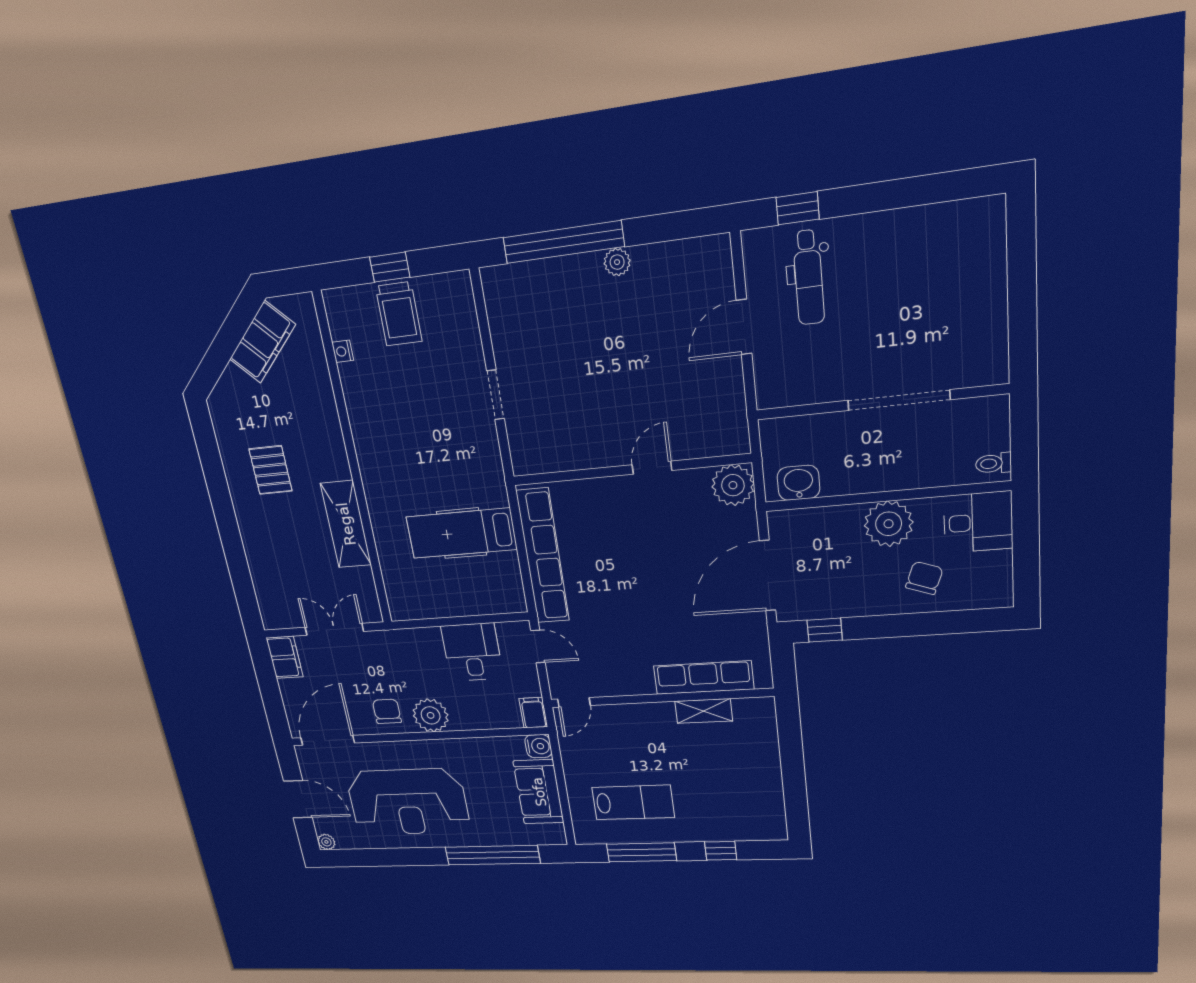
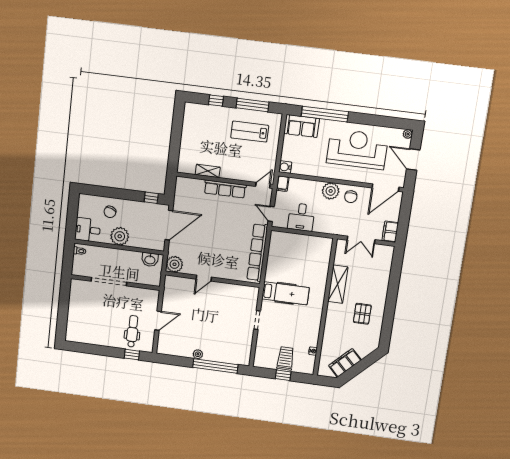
hospital bed: (462, 533) -> (285, 293), moved
row of seats: (704, 678) -> (225, 189), moved
sofa: (539, 792) -> (301, 126), moved, turned 90

